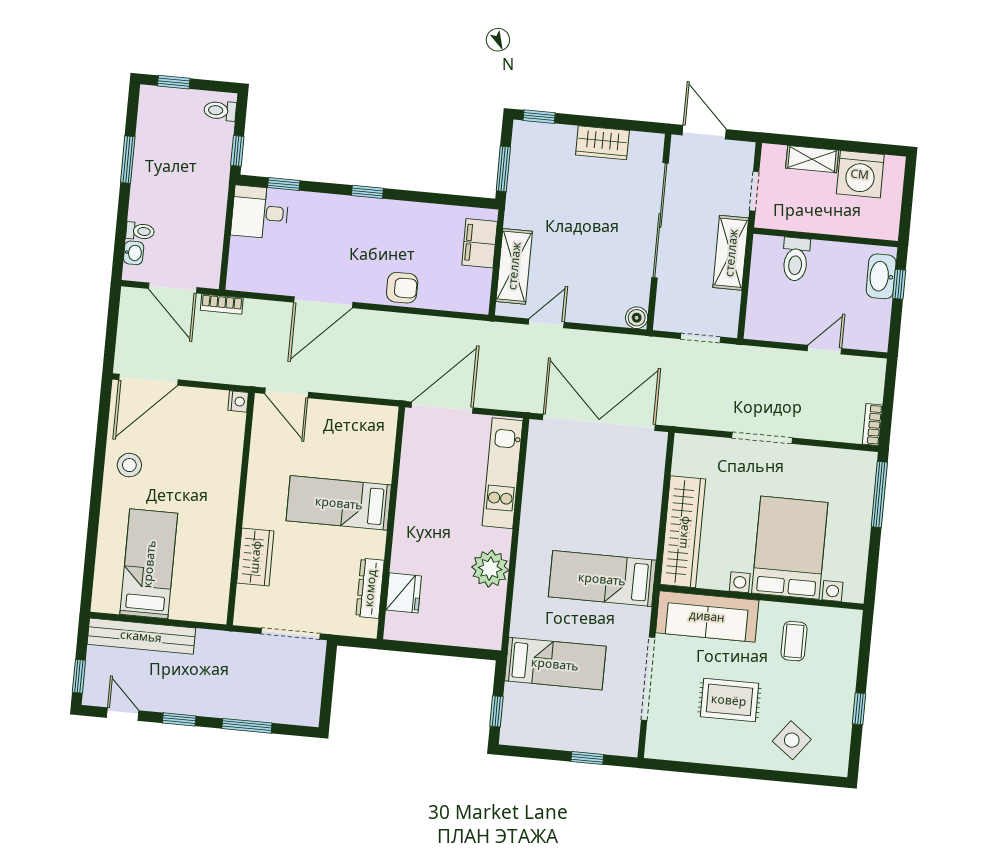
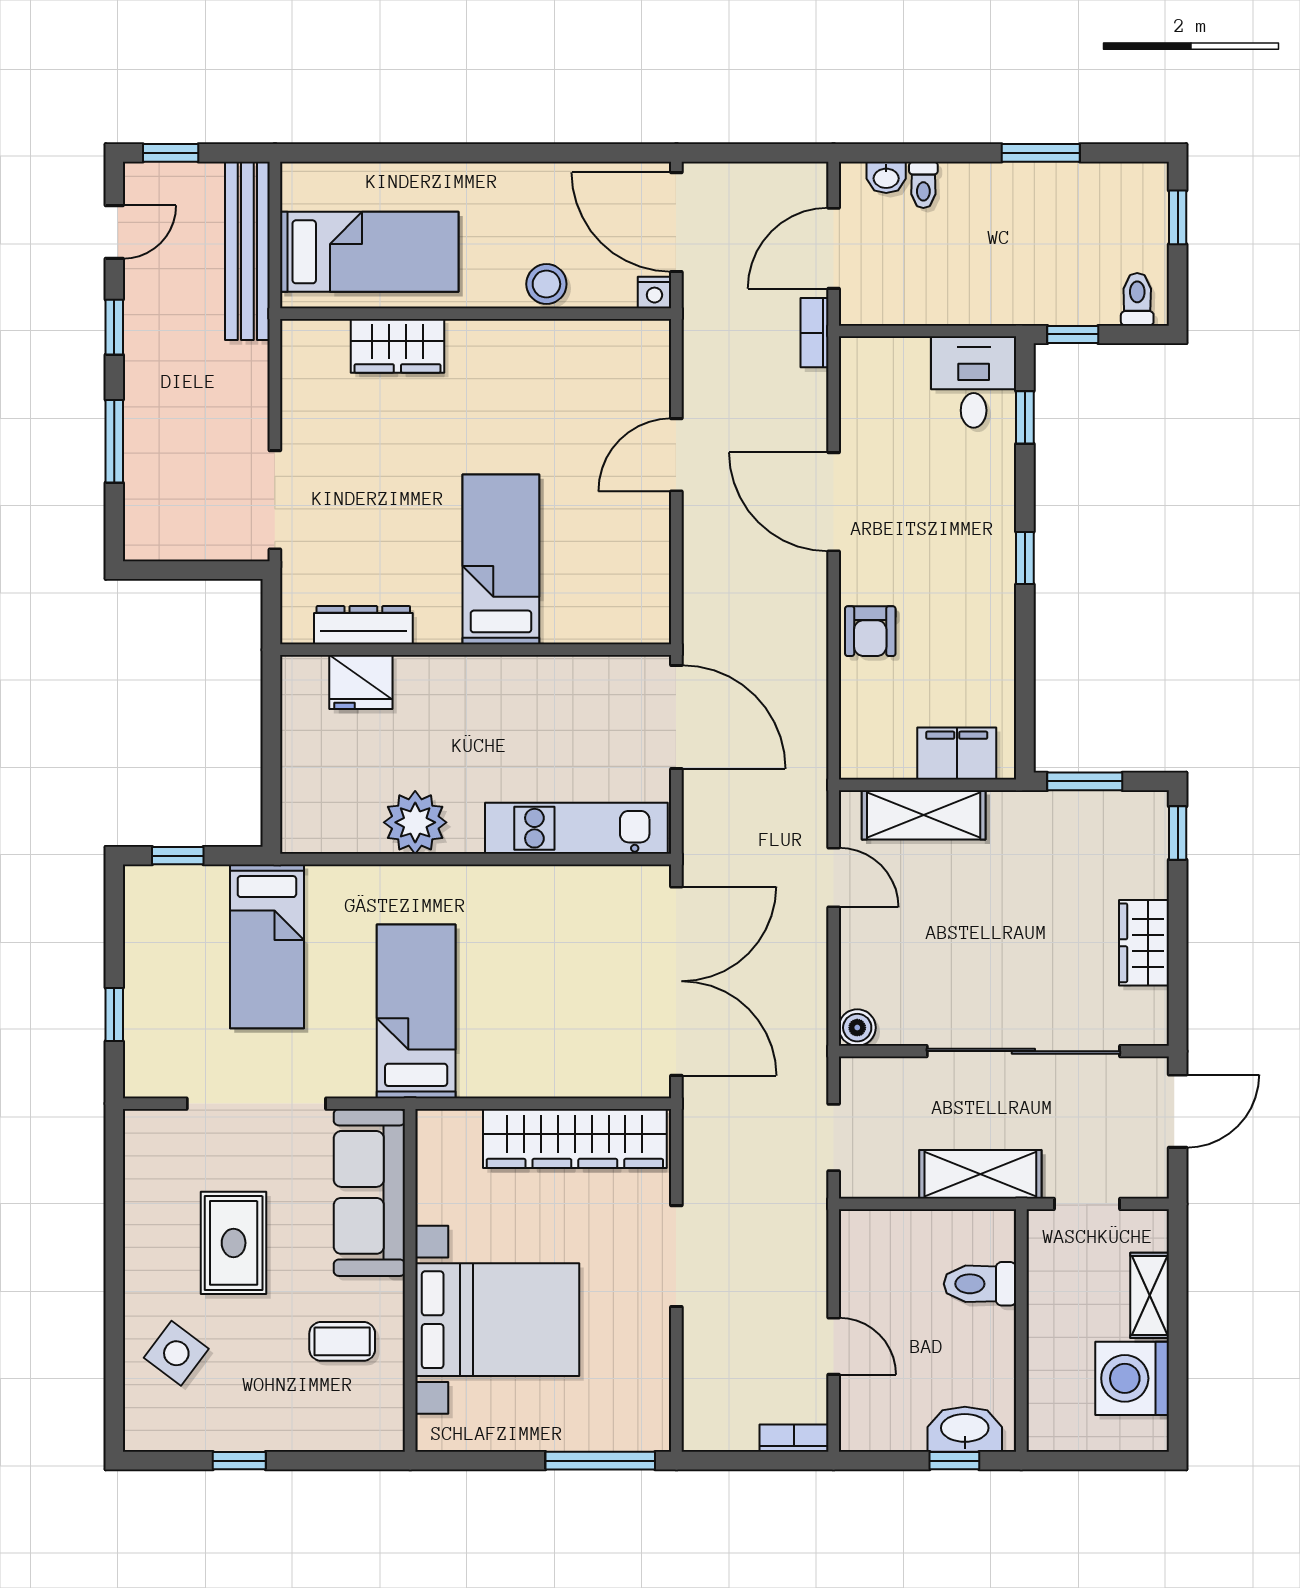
nightstand: (238, 401) -> (654, 292), moved
bookcase: (872, 425) -> (794, 1438), moved
stool: (129, 465) -> (546, 284), moved
wall: (241, 509) -> (476, 314), moved
wardrobe: (683, 532) -> (575, 1139), moved
wardrobe: (255, 557) -> (397, 346), moved

